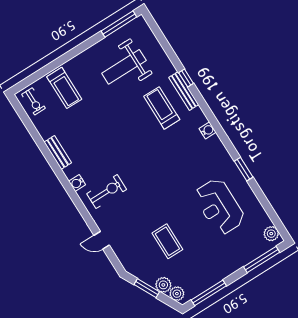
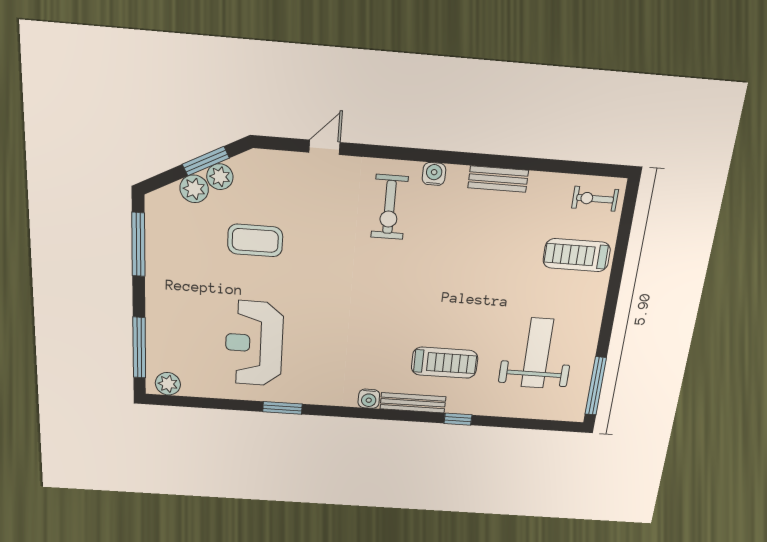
bench: (184, 91) -> (413, 403), moved
reception desk: (219, 207) -> (254, 343), turned -90
plant: (177, 294) -> (220, 177), moved

